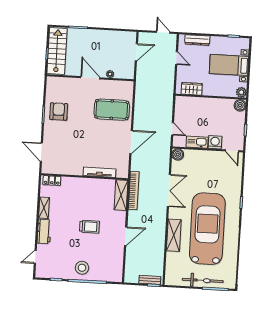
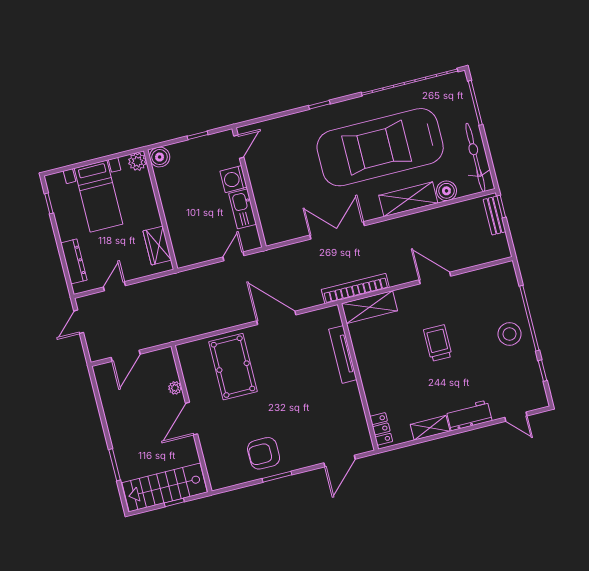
door: (136, 52) -> (126, 356), swing flipped
boiler: (178, 154) -> (446, 191), moved
bicycle: (203, 280) -> (475, 157), moved

